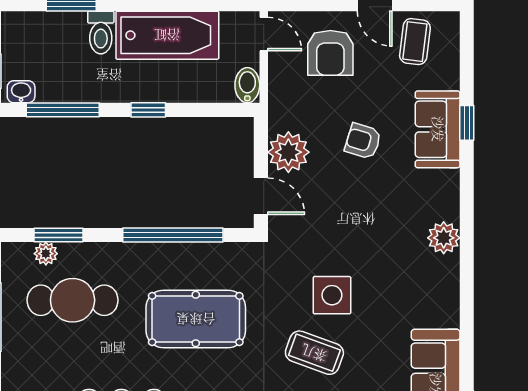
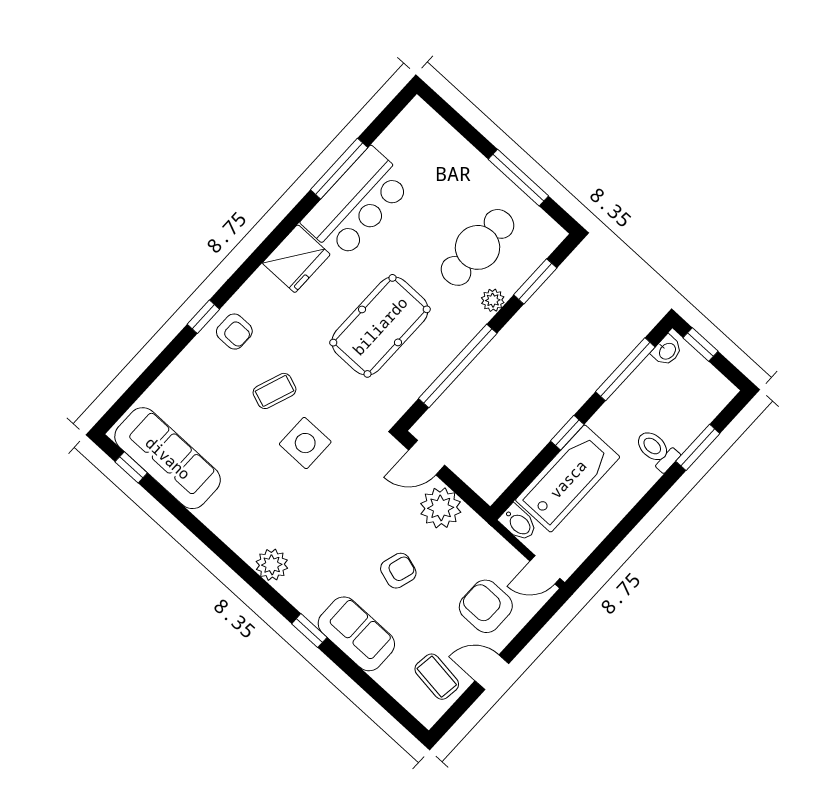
bathtub: (167, 35) -> (568, 479), moved, turned 180
window: (467, 123) -> (309, 631), moved
plant: (46, 254) -> (493, 300), moved
coffee table: (314, 353) -> (274, 391), width x0.73, depth x0.77

